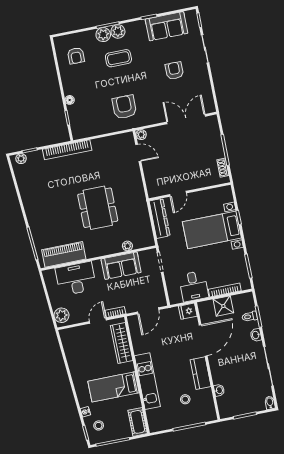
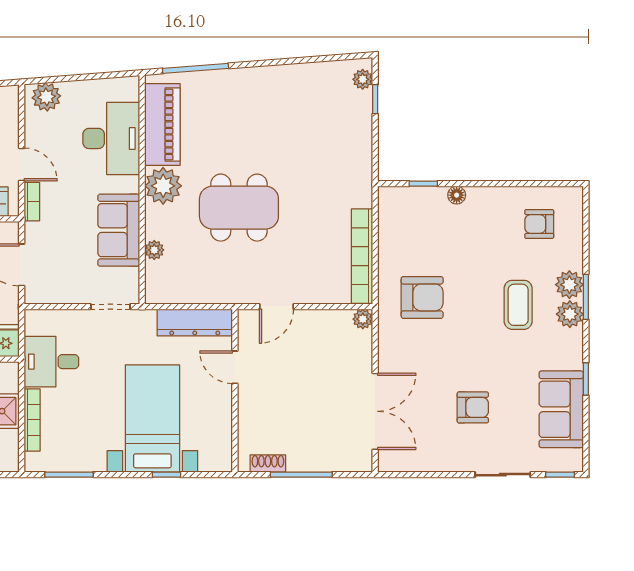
bookcase: (67, 150) -> (362, 256), moved
door: (138, 153) -> (276, 307), moved
plant: (94, 248) -> (163, 186), added

